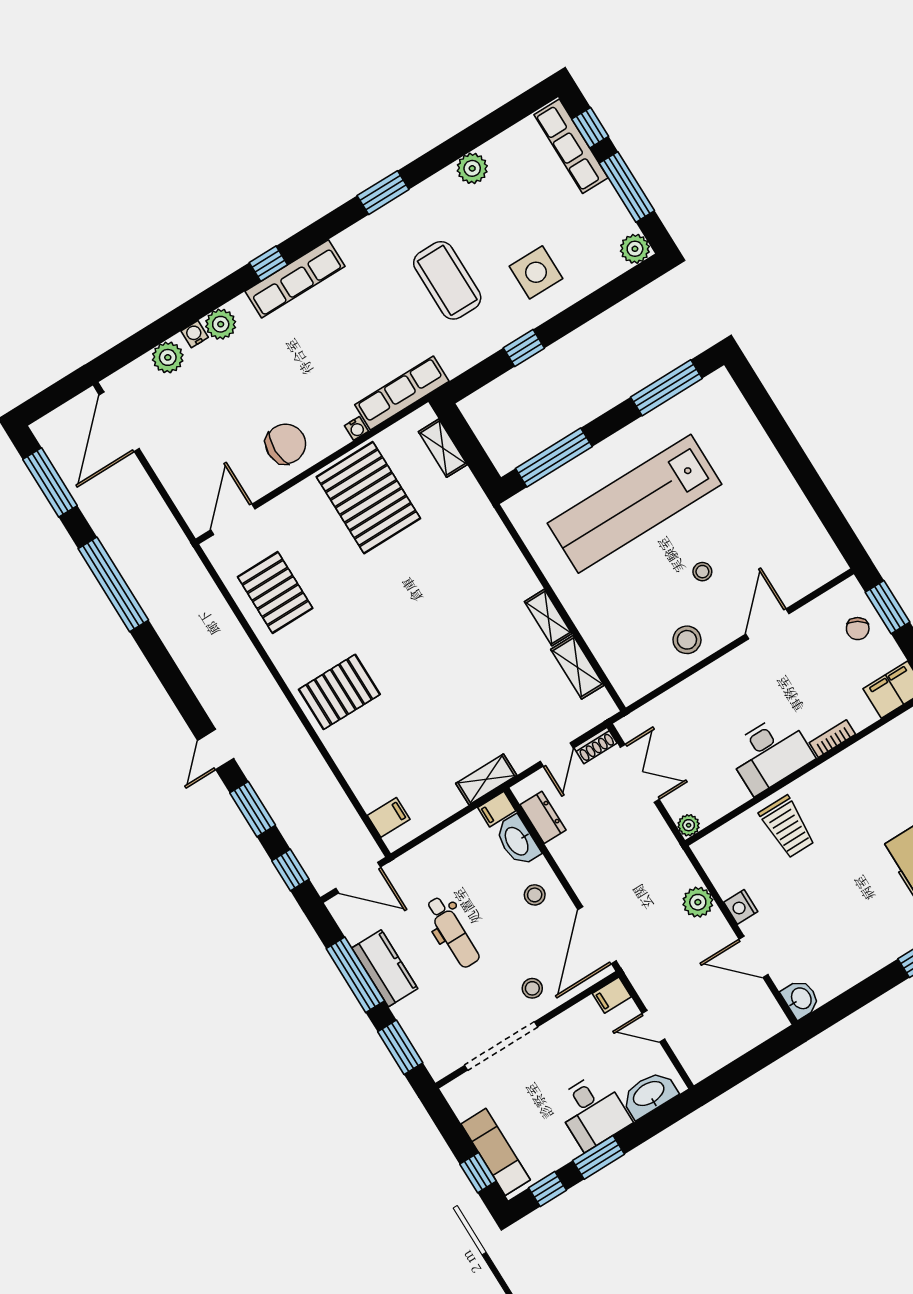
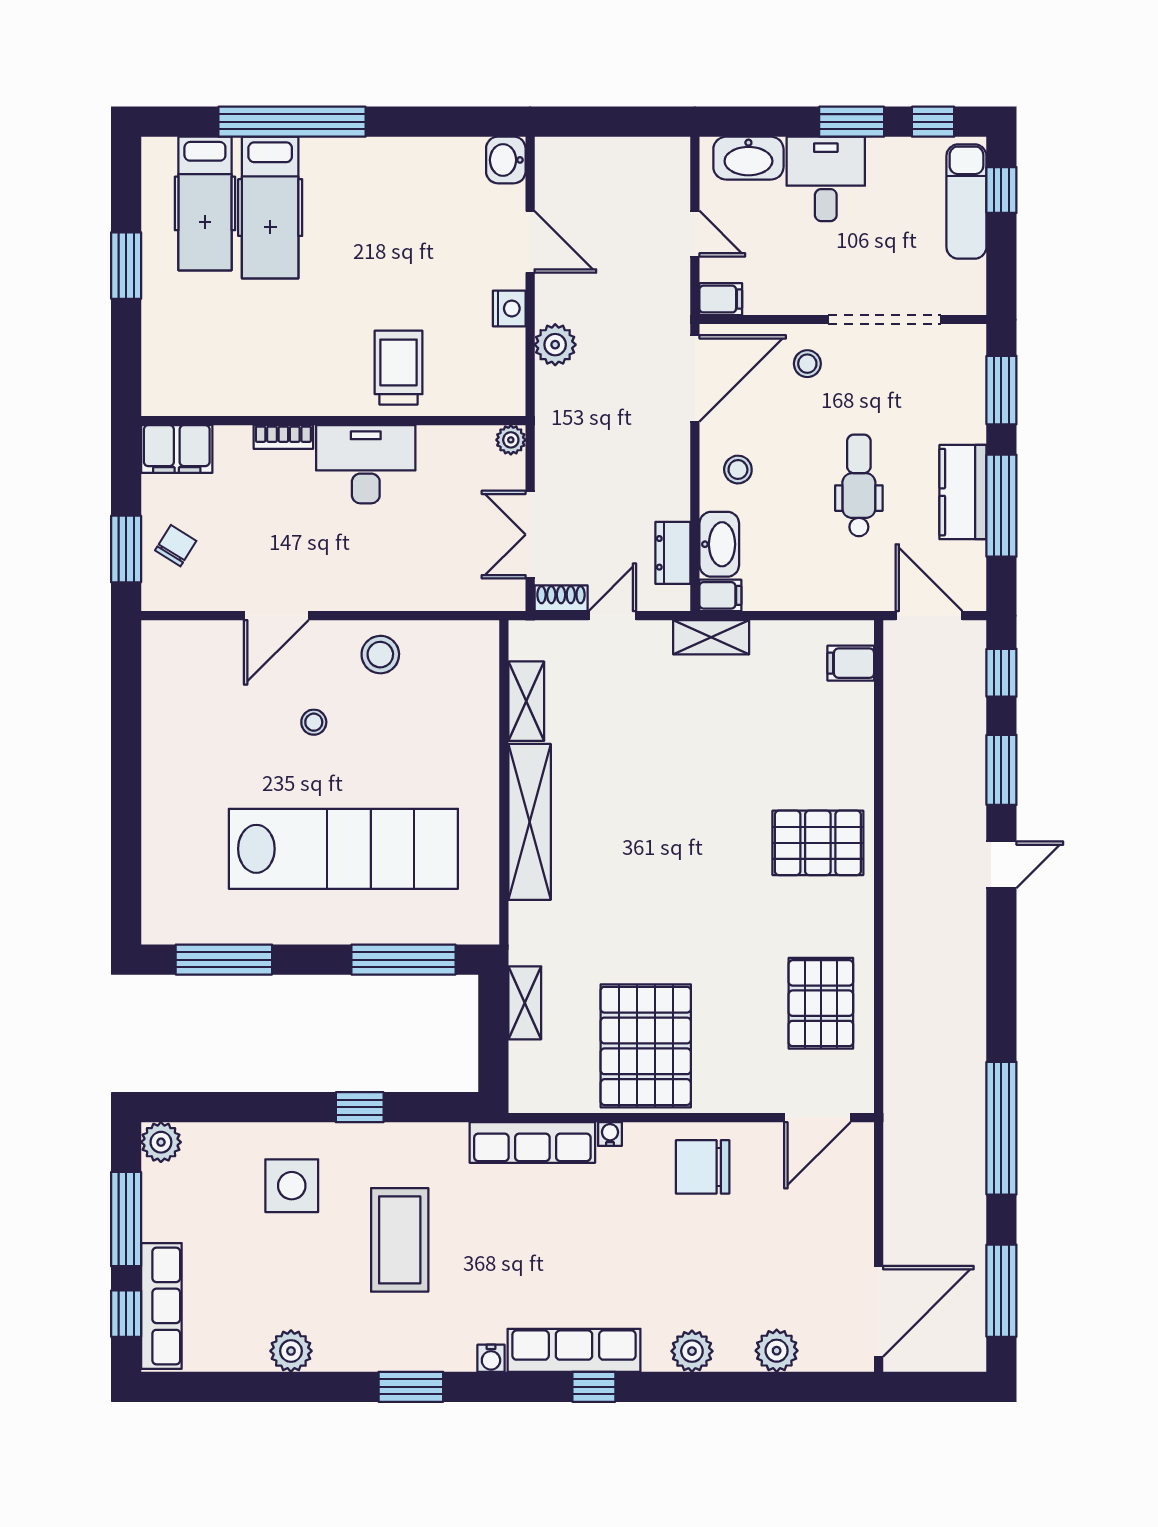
water cooler: (195, 334) -> (491, 1358), moved
shelving: (443, 448) -> (525, 1003), moved
shelving: (548, 618) -> (530, 822), width x2.20, depth x1.33

